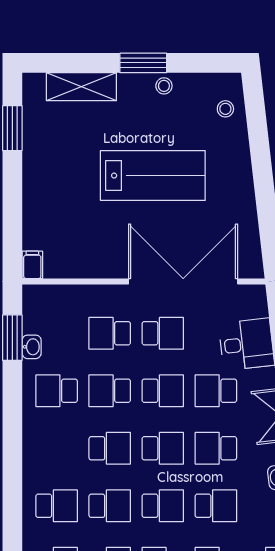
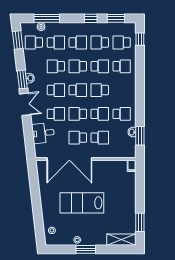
shelving: (81, 87) -> (121, 240), moved
school desk: (163, 448) -> (78, 90), turned 180
school desk: (57, 506) -> (122, 66), turned 180
school desk: (110, 506) -> (100, 66), turned 180

